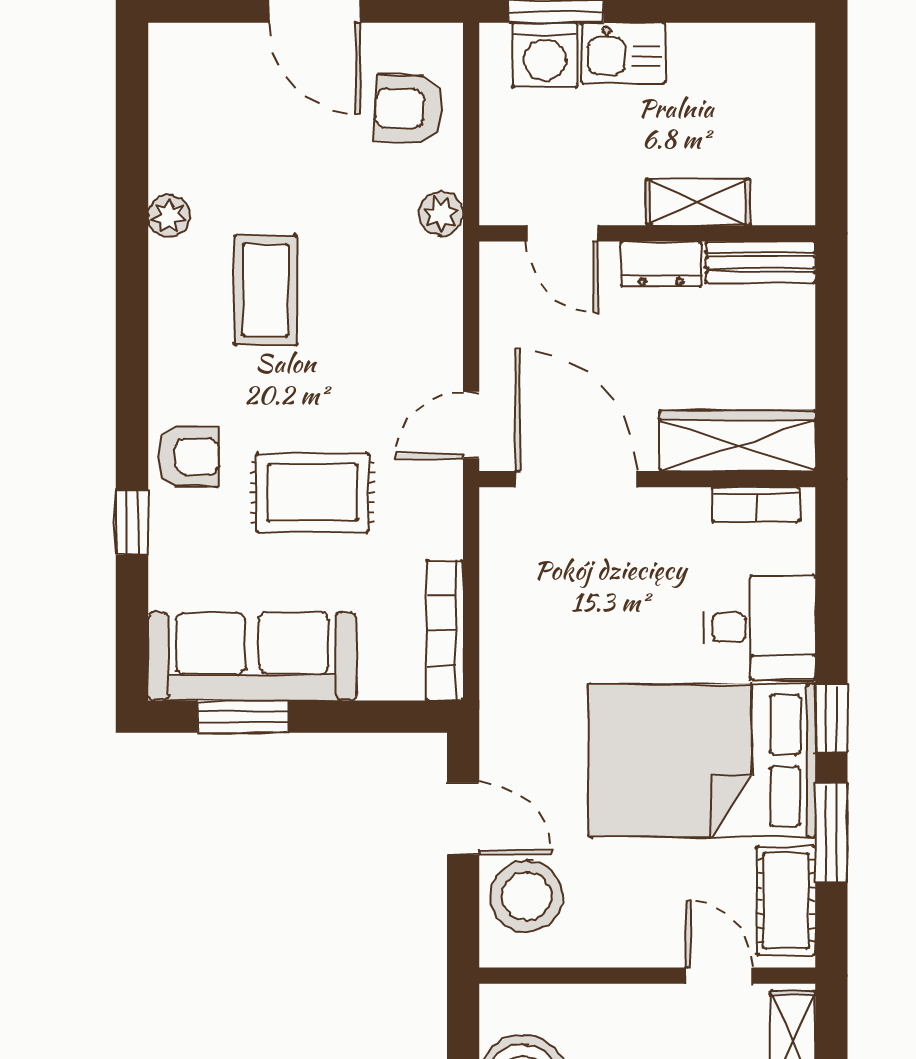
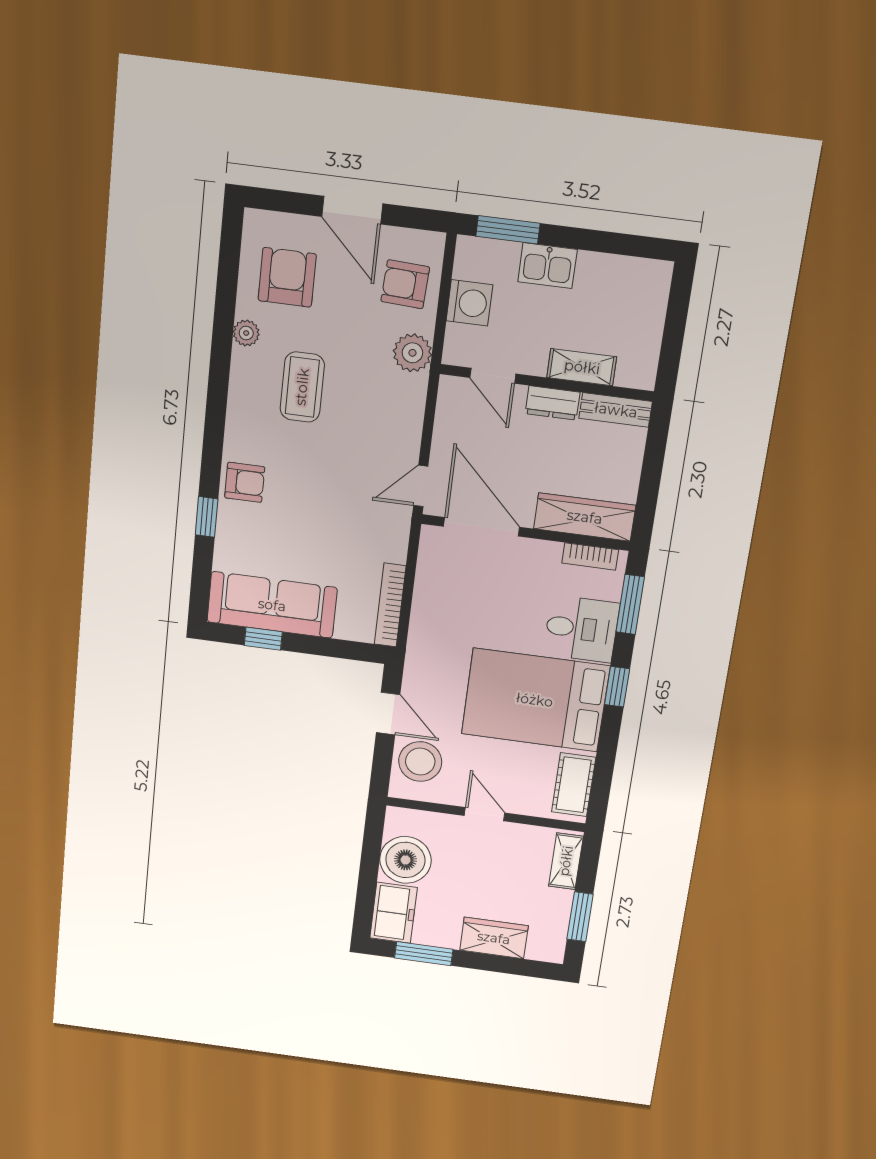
washing machine: (545, 55) -> (469, 303), moved, turned -90
armchair: (225, 121) -> (287, 277), added
plant: (441, 214) -> (412, 353), width x1.38, depth x1.38
rug: (312, 493) -> (318, 514), removed
window: (243, 717) -> (263, 639), width x0.67
window: (831, 833) -> (630, 604), moved
door: (719, 976) -> (484, 814), moved

